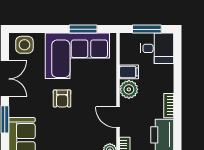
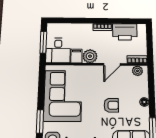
window: (83, 29) -> (40, 121), moved
desk: (157, 48) -> (58, 50), moved, turned 180
armchair: (62, 98) -> (111, 105), moved

